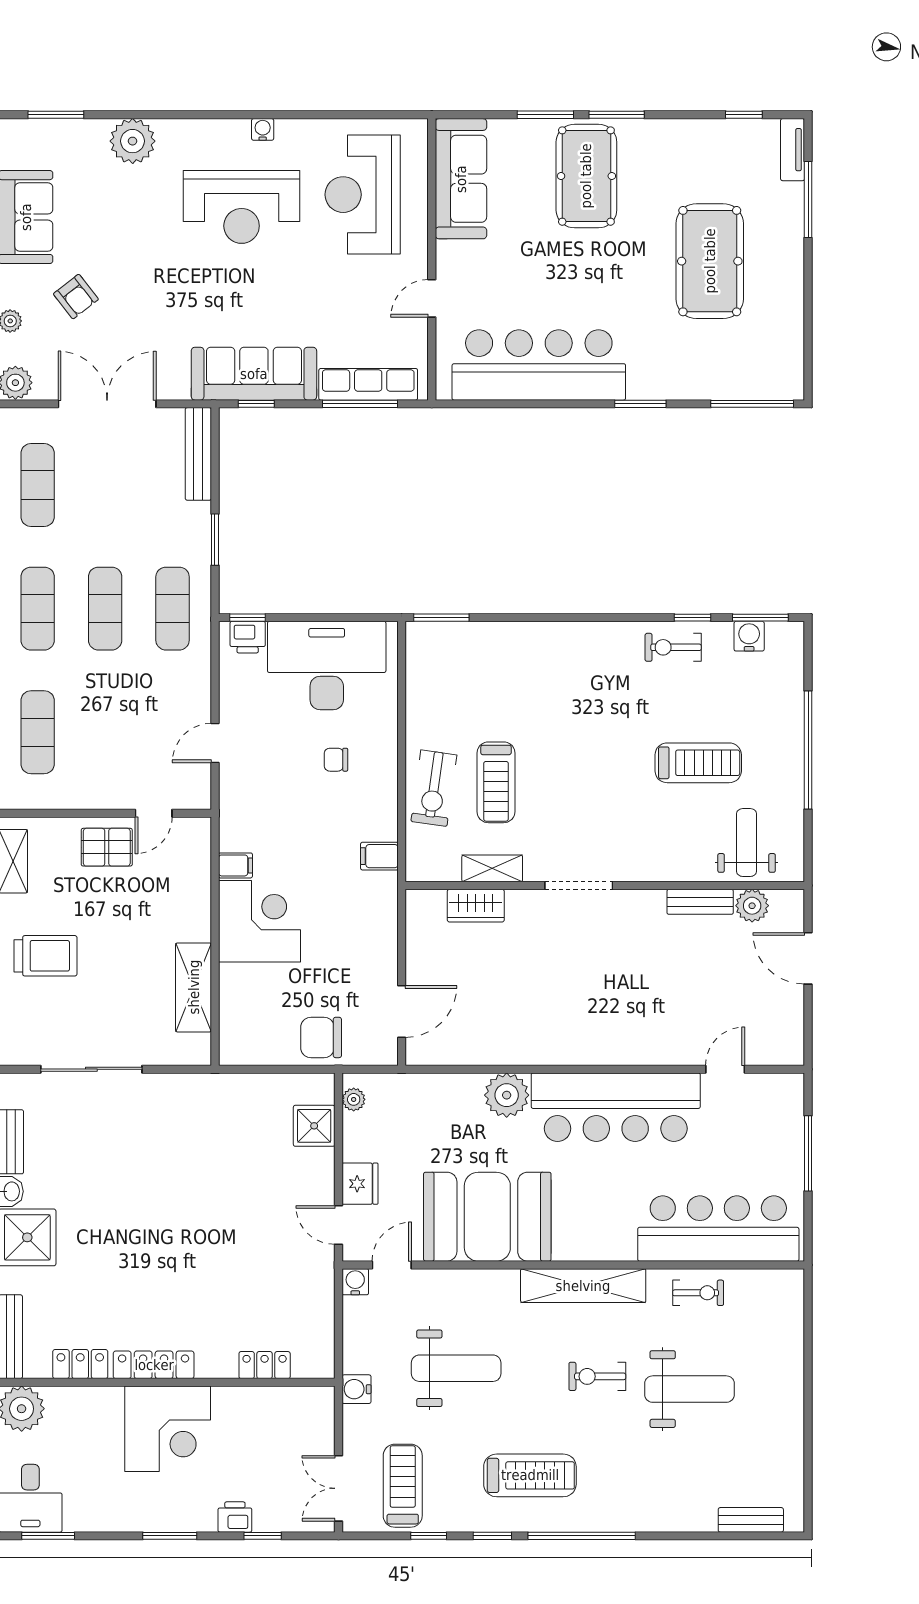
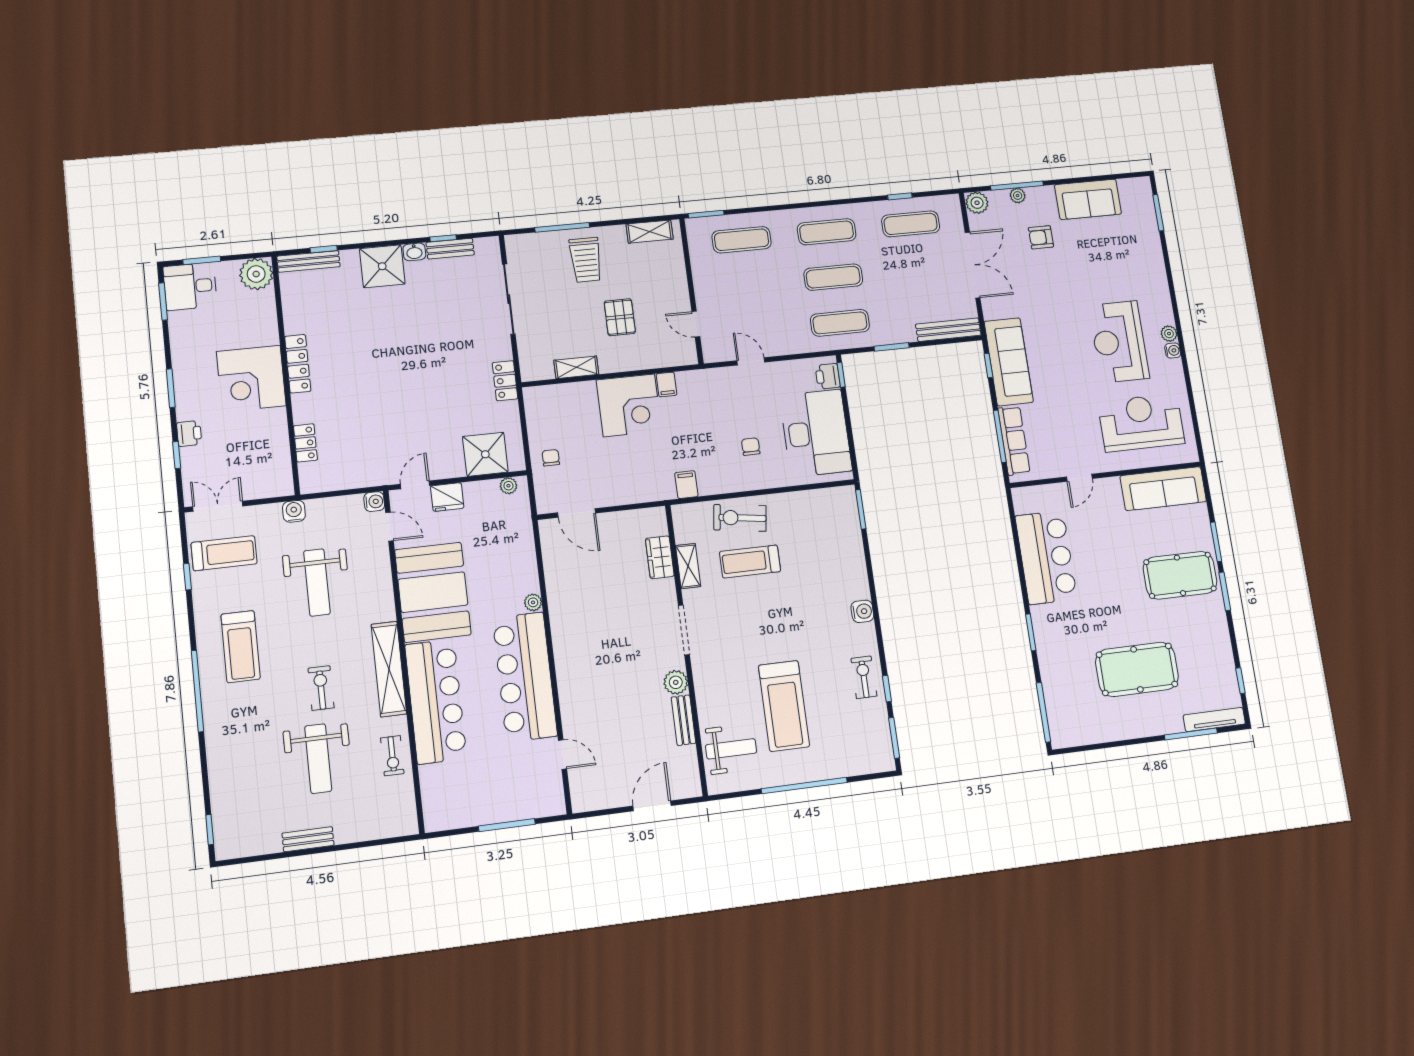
plant: (133, 141) -> (1169, 334), moved, width x0.53, depth x0.53
tv unit: (793, 150) -> (1214, 720), width x1.41
armchair: (76, 297) -> (1041, 237), turned 38
door: (432, 298) -> (1079, 478), swing flipped
bar counter: (539, 365) -> (1046, 557), width x0.73
water cooler: (749, 636) -> (862, 611), moved
treadmill: (698, 763) -> (784, 706), width x1.37, depth x1.38
pallet: (107, 847) -> (620, 317), moved
plant: (752, 906) -> (676, 682), moved
shelving: (194, 987) -> (576, 367), width x0.67, depth x0.75
chair: (321, 1037) -> (551, 458), width x0.54, depth x0.54
plant: (507, 1095) -> (533, 602), width x0.53, depth x0.53
shower: (314, 1126) -> (485, 454), width x1.36, depth x1.36
bar counter: (718, 1229) -> (436, 701), moved
locker: (80, 1364) -> (505, 381), moved, turned 180
bench: (751, 1520) -> (308, 839), moved, turned 90
window: (492, 1536) -> (210, 830), moved

